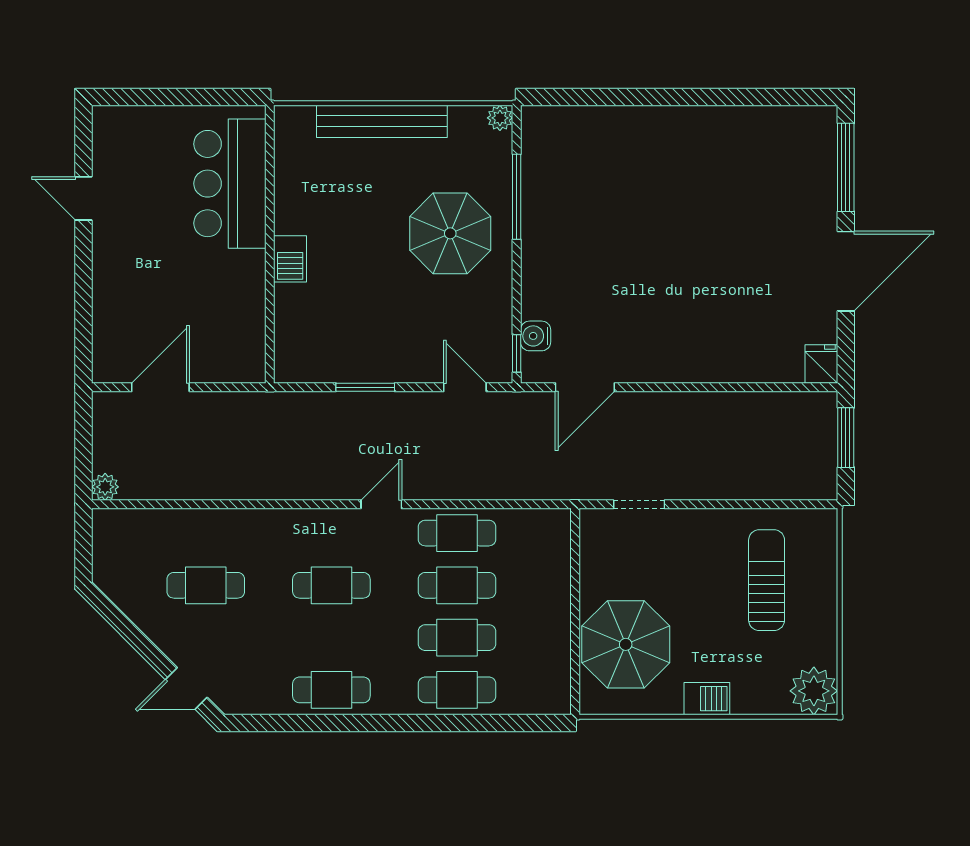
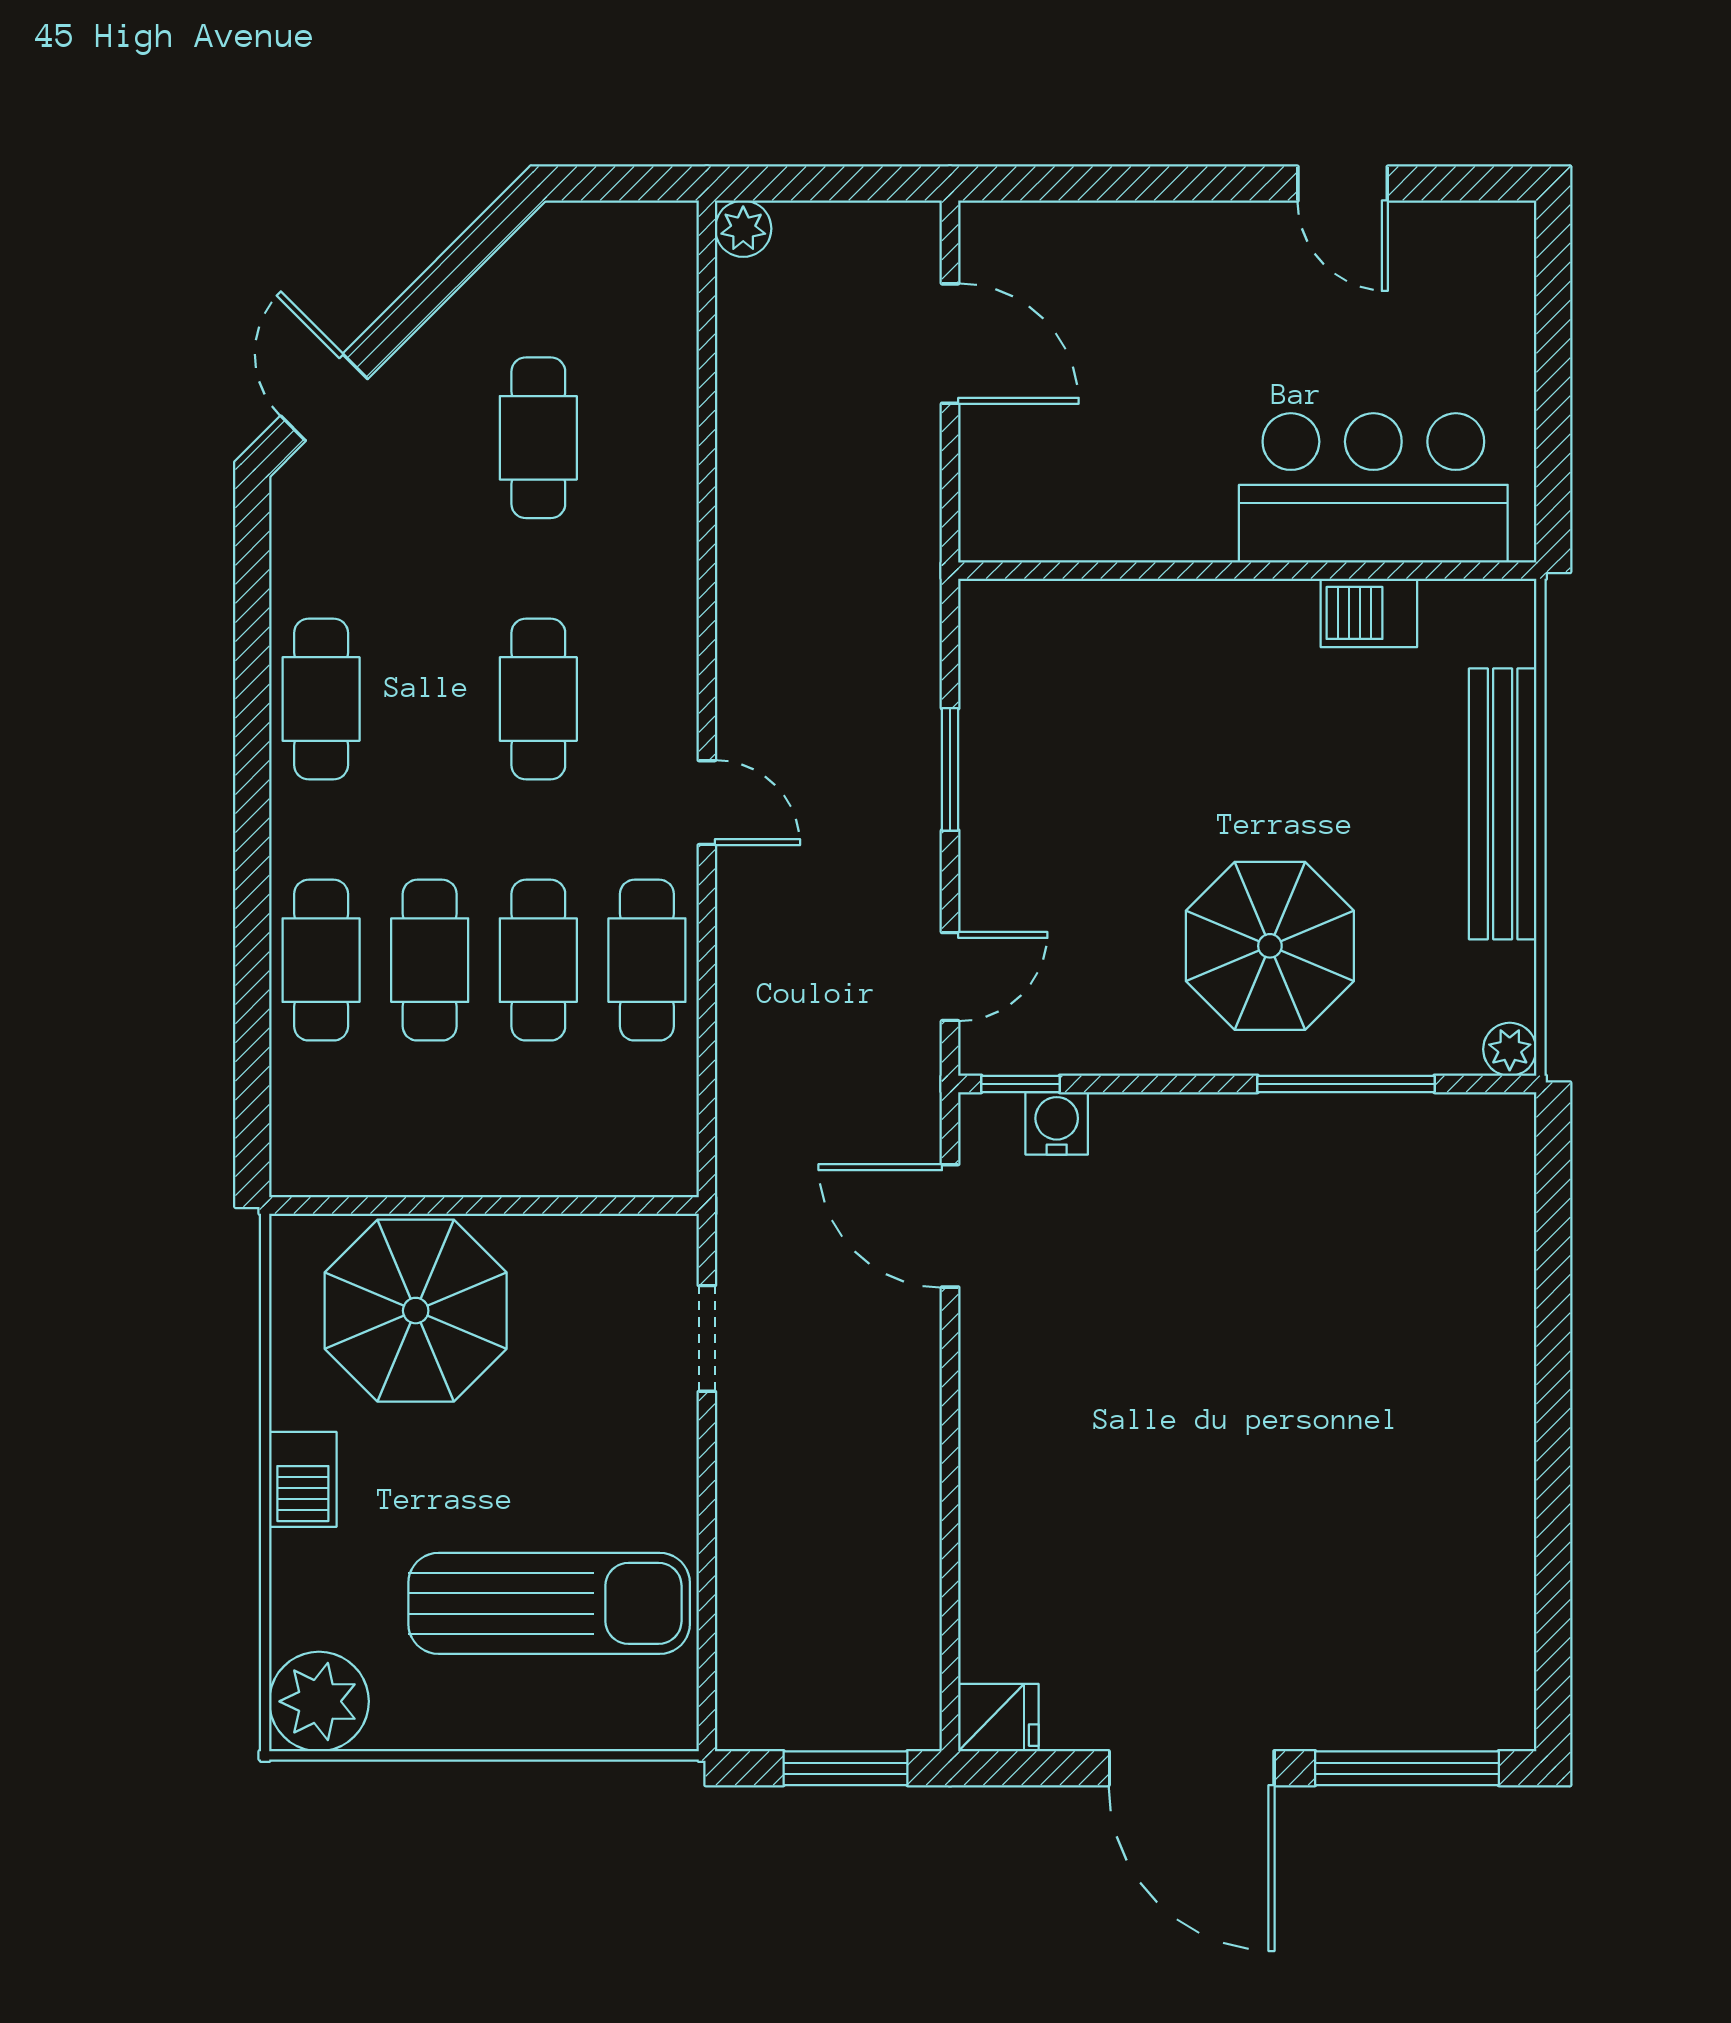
door: (83, 198) -> (1343, 184), swing flipped
barbecue: (290, 259) -> (1369, 613), moved
sun lounger: (767, 580) -> (549, 1603), width x1.36, depth x1.34

